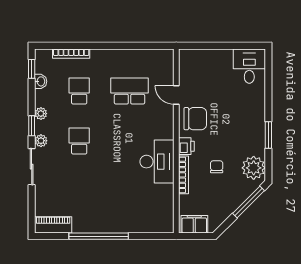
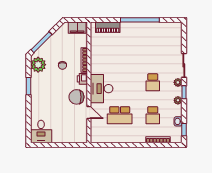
desk: (157, 162) -> (102, 89), moved
piano: (53, 225) -> (108, 27), moved

